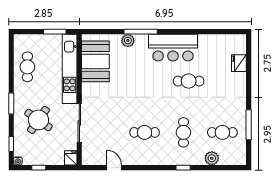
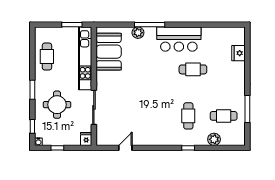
round table: (38, 120) -> (57, 105), turned -35
cafe table: (145, 132) -> (153, 116), removed
door: (114, 168) -> (125, 148), hinge flipped

